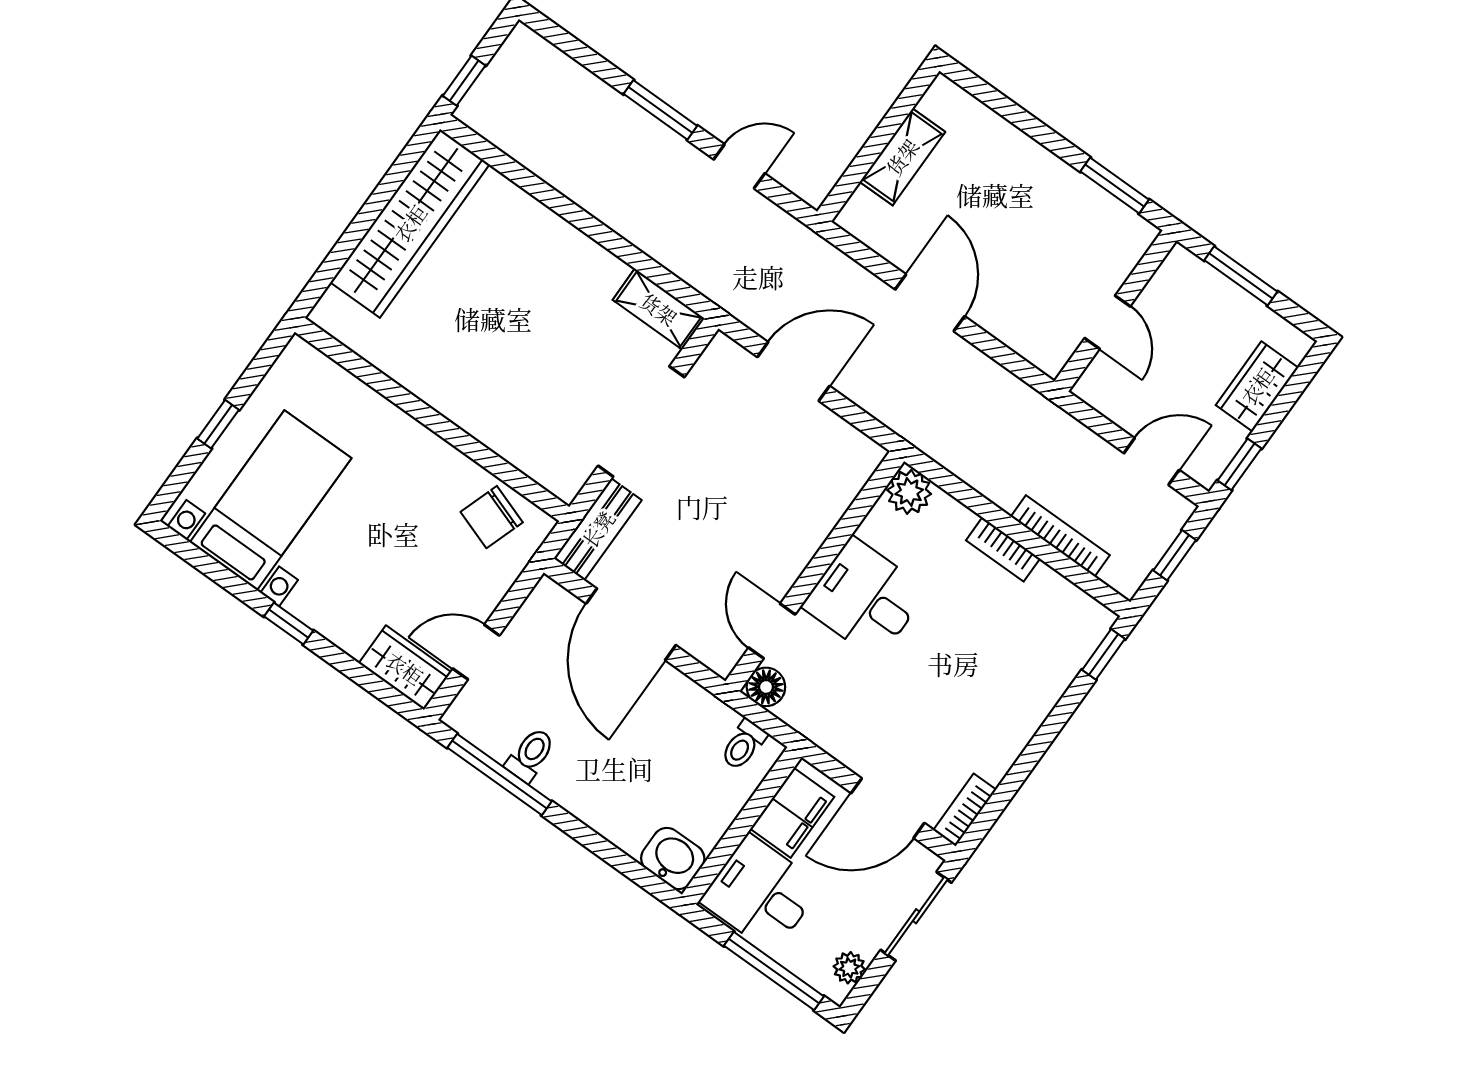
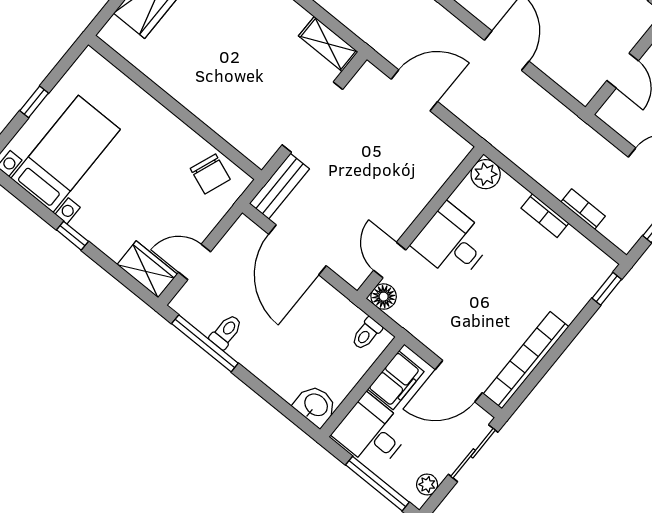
chair: (492, 517) -> (210, 174), turned -88
bookcase: (1060, 536) -> (583, 209), width x0.64
bookcase: (965, 810) -> (526, 360), width x2.31, depth x1.31

